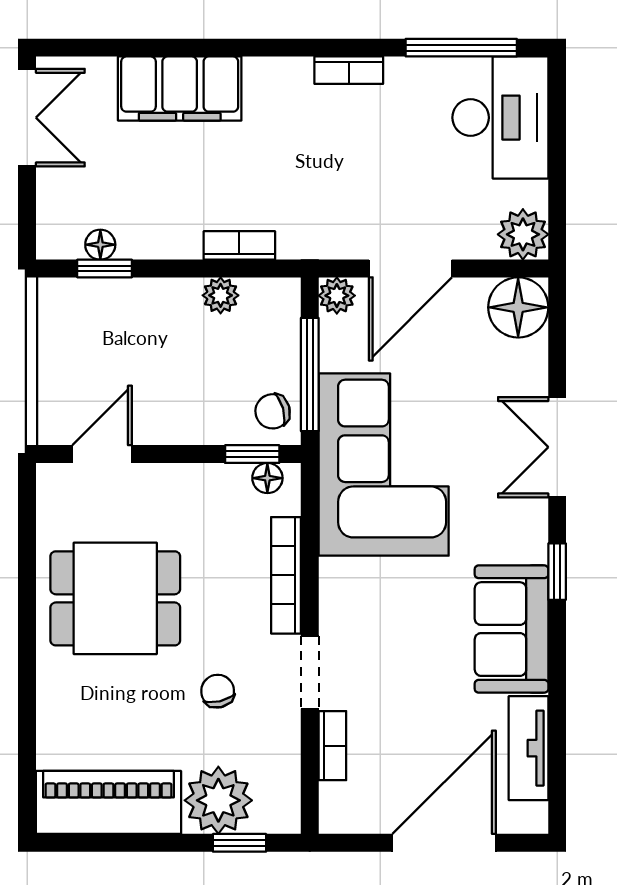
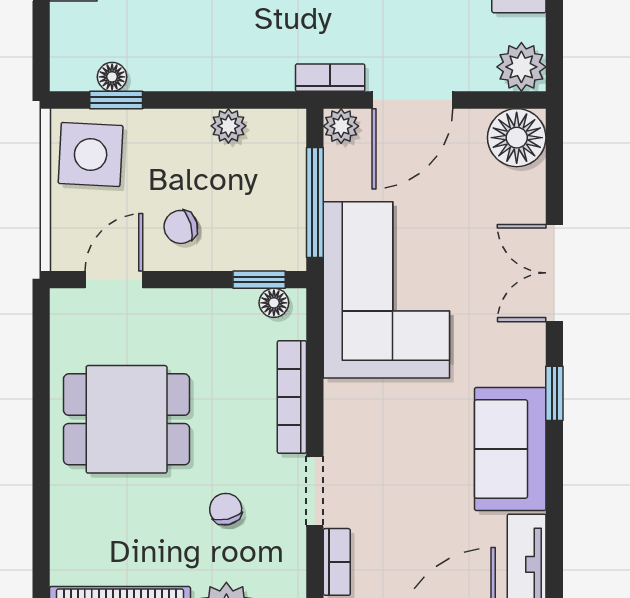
bookcase: (239, 245) -> (330, 78), moved
side table: (78, 325) -> (91, 155), added
chair: (273, 411) -> (181, 227), moved

